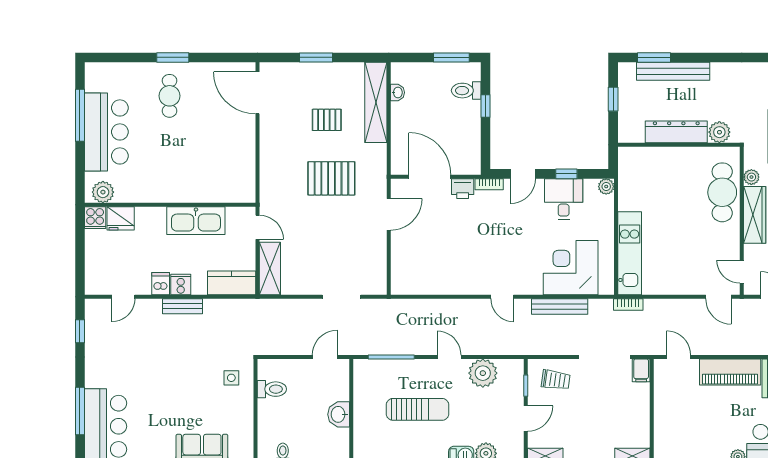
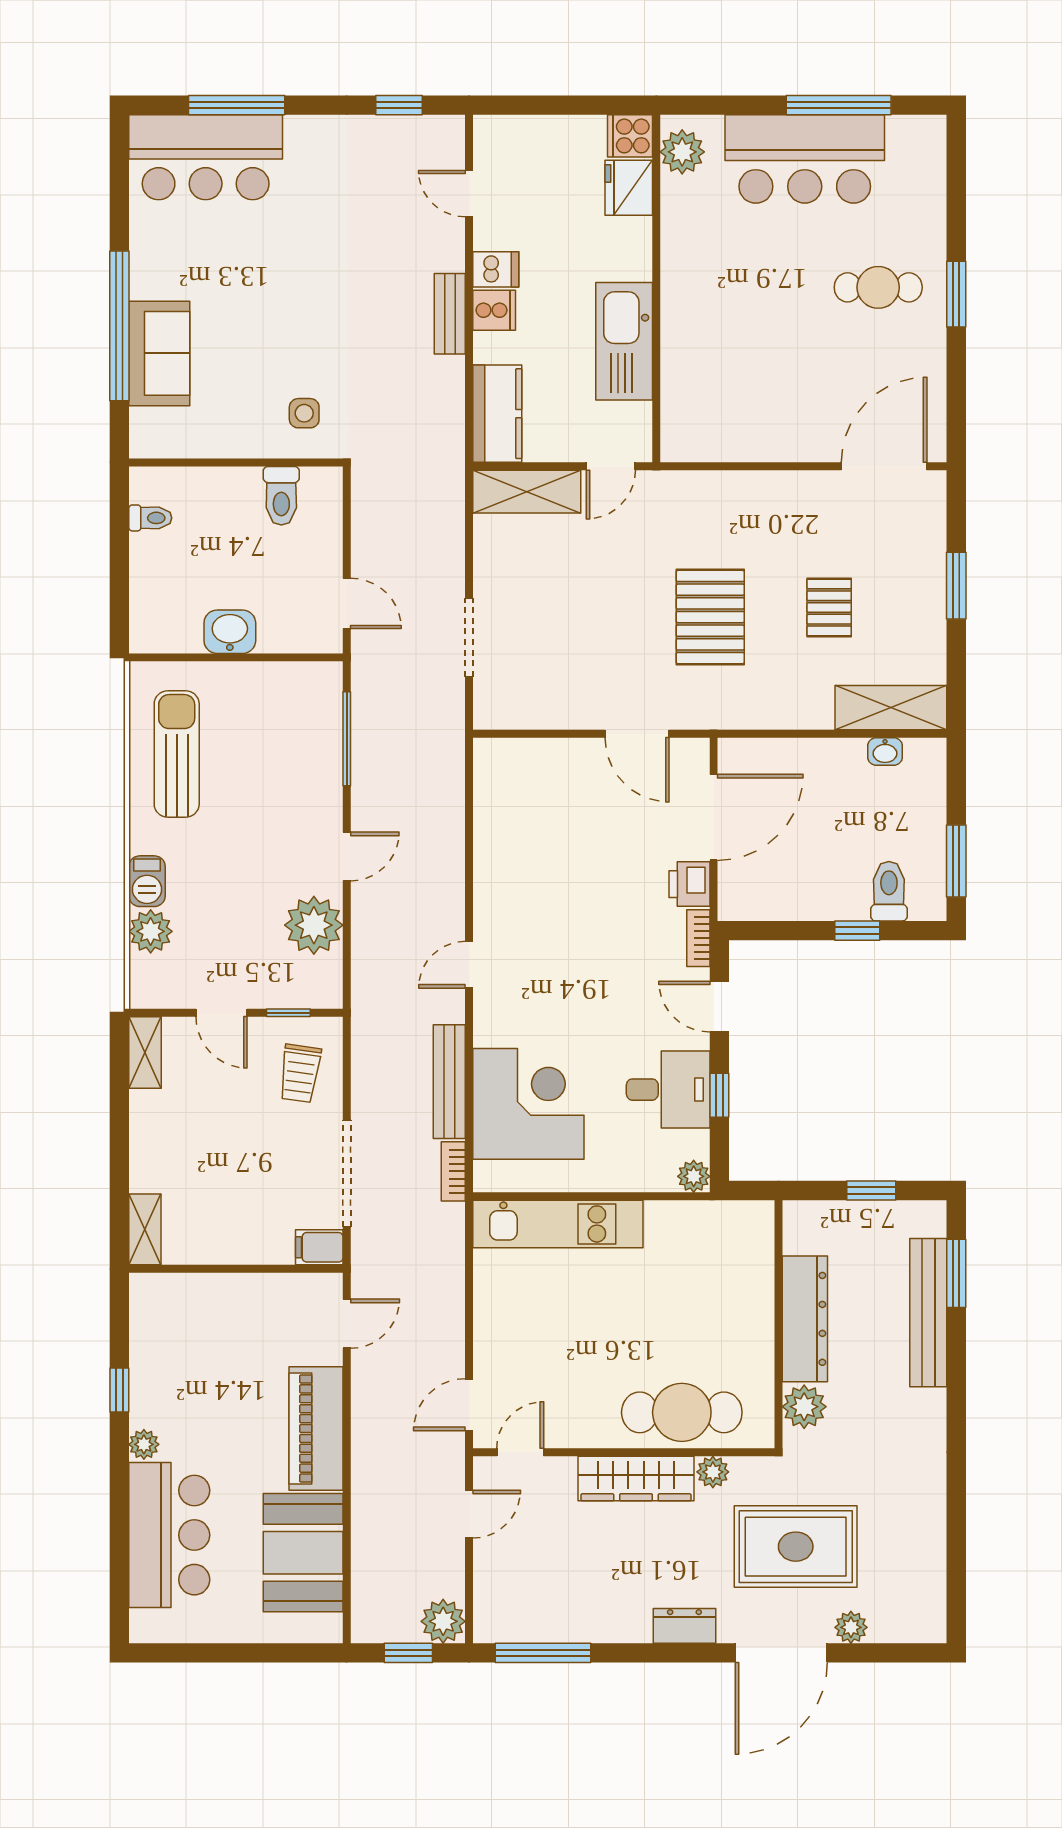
shelving: (376, 102) -> (891, 708), width x0.68
bookcase: (628, 305) -> (453, 1171), moved
sun lounger: (418, 409) -> (177, 754), moved, turned 180

